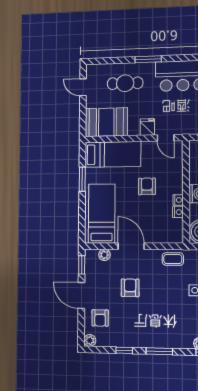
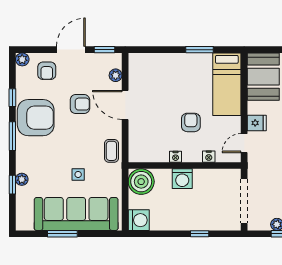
armchair: (147, 186) -> (191, 122), turned -90
nightstand: (178, 212) -> (209, 157), moved
bed: (102, 214) -> (161, 72), removed
door: (131, 246) -> (125, 105), swing flipped
armchair: (100, 318) -> (47, 71), turned -90
armchair: (142, 329) -> (36, 118), added

